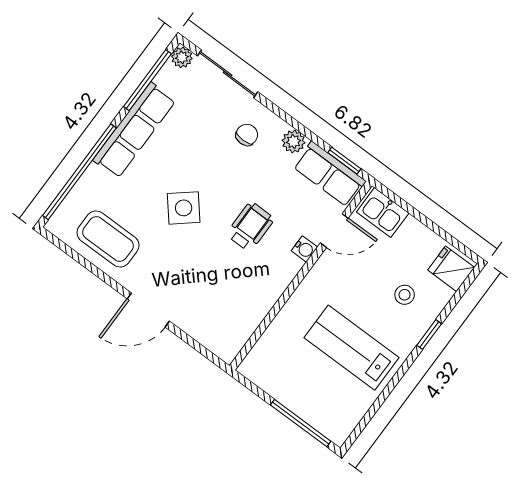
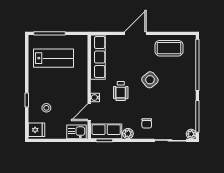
row of seats: (134, 130) -> (98, 57), moved, turned 180
lab bench: (352, 348) -> (53, 58), moved

